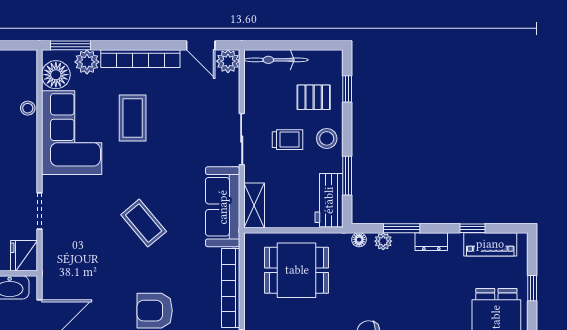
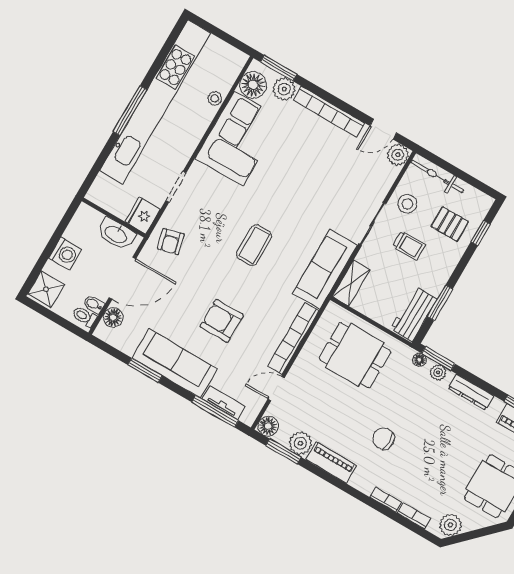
door: (201, 45) -> (383, 129), hinge flipped
coffee table: (133, 118) -> (295, 156), removed
stool: (327, 138) -> (407, 204), moved
coffee table: (144, 223) -> (254, 245), turned 40
window: (402, 228) -> (438, 358), moved
dresser: (431, 242) -> (471, 392), width x1.44
armchair: (64, 265) -> (171, 241), added

